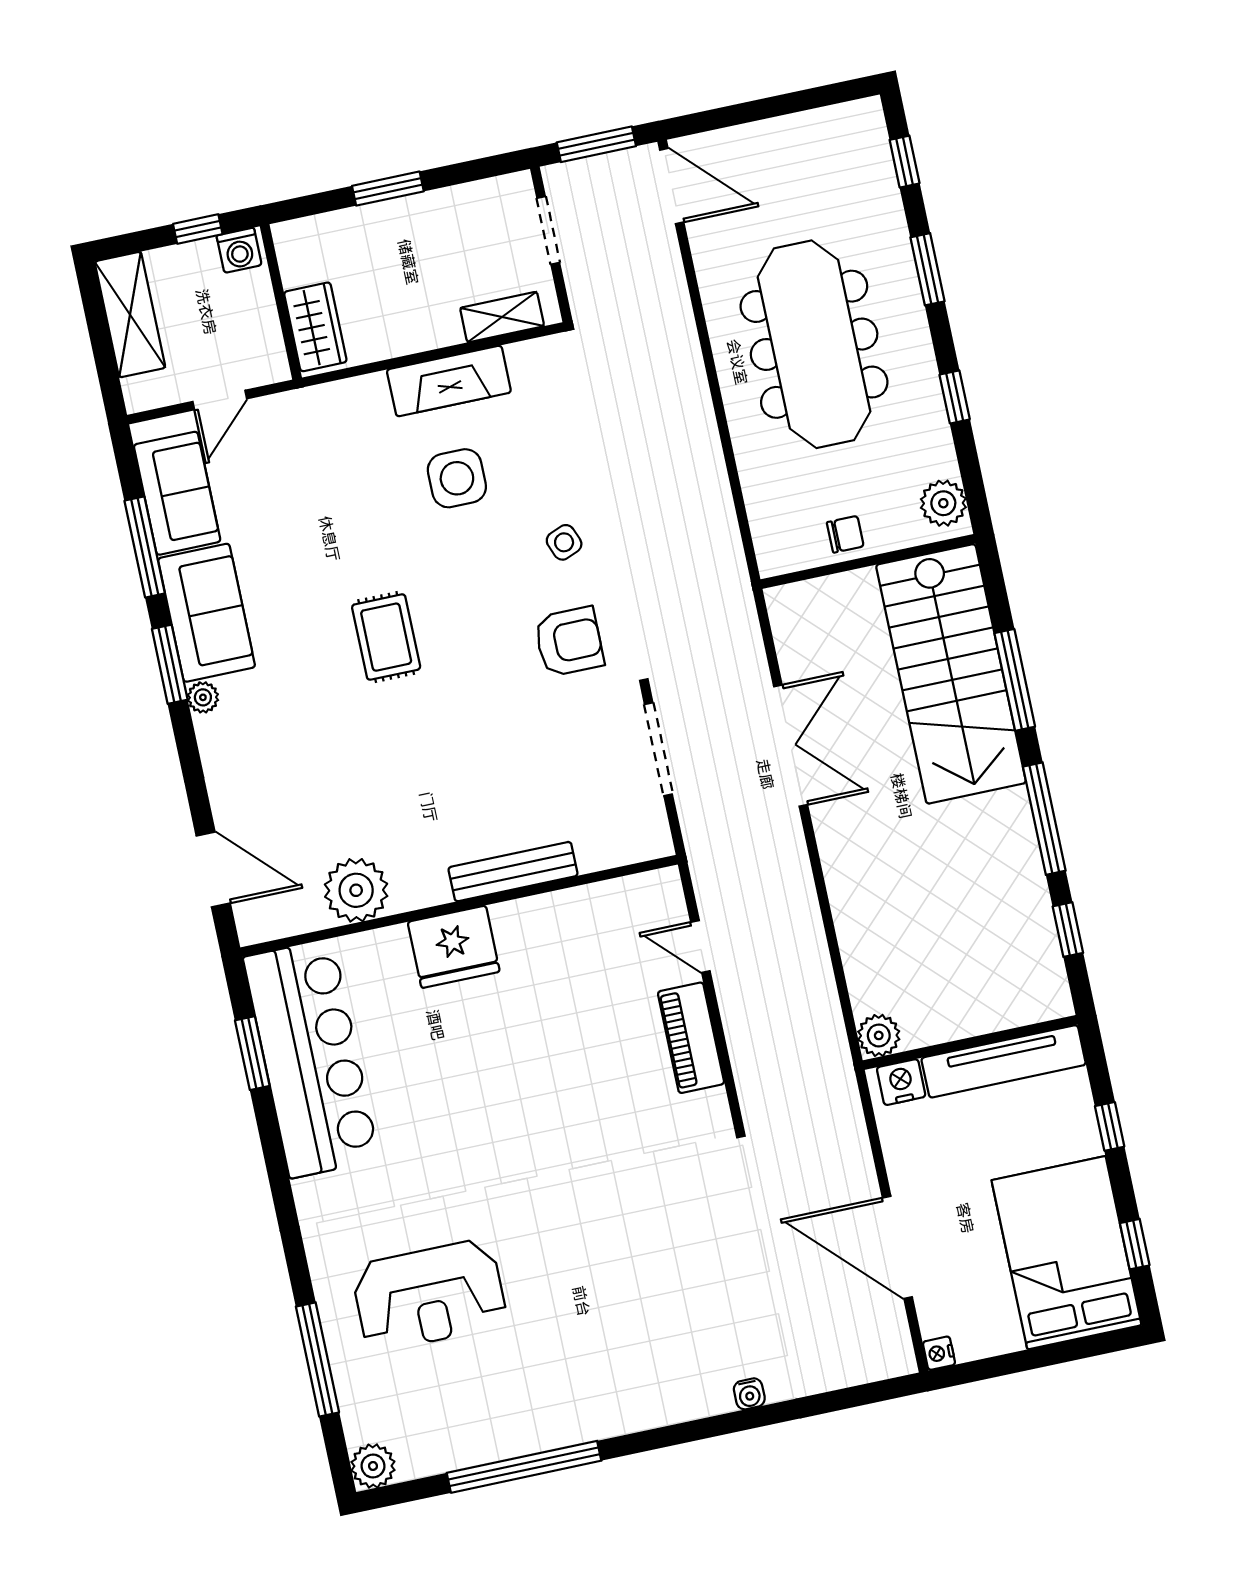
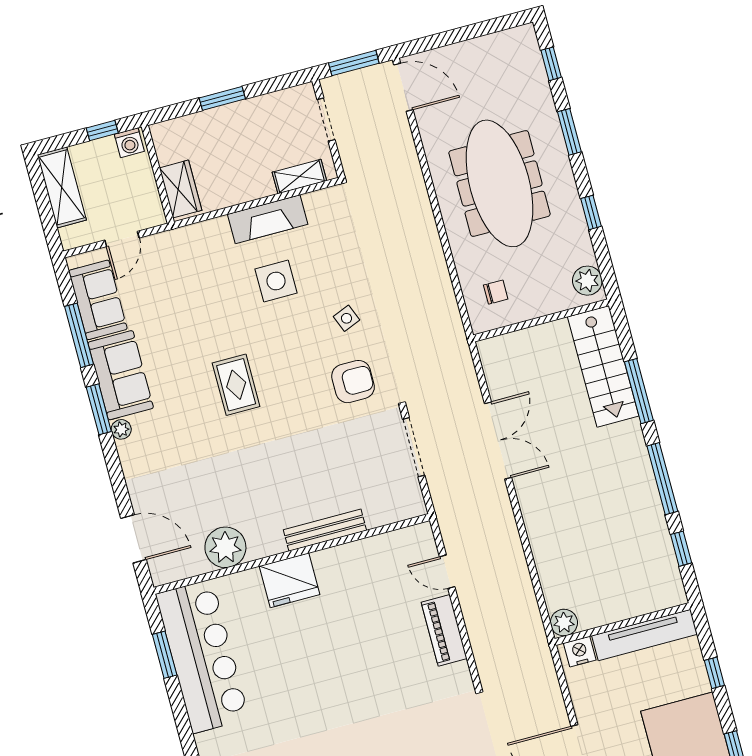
chair: (845, 534) -> (496, 292), moved
stairs: (951, 674) -> (603, 366), width x0.73, depth x0.66

